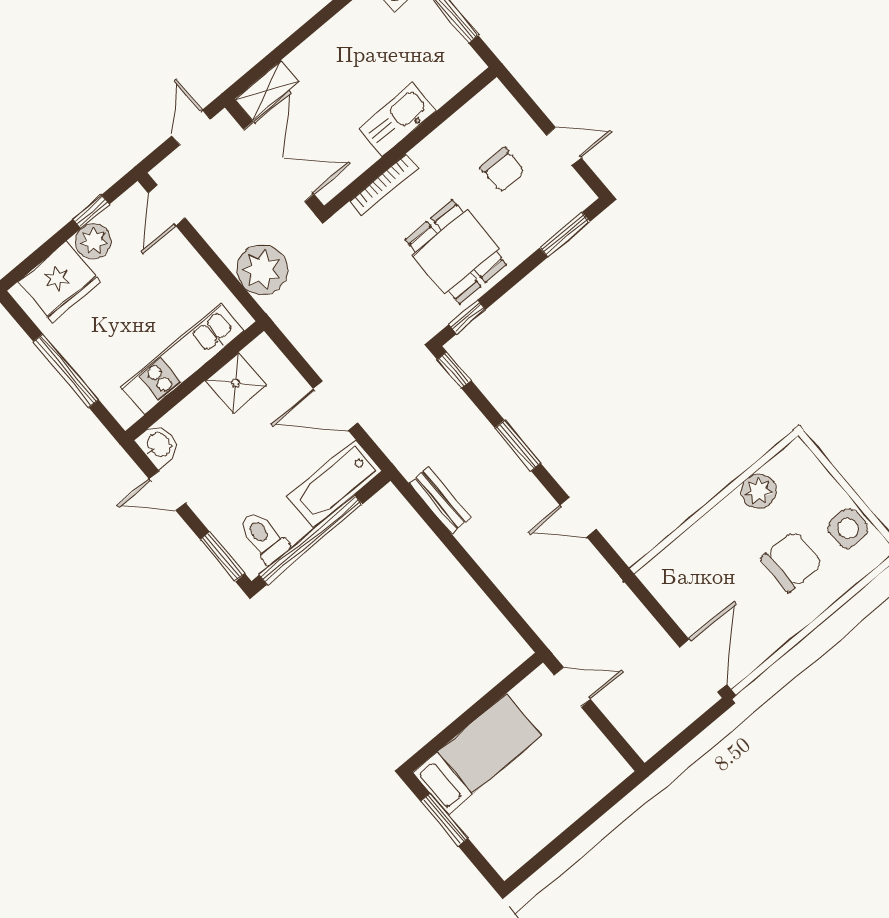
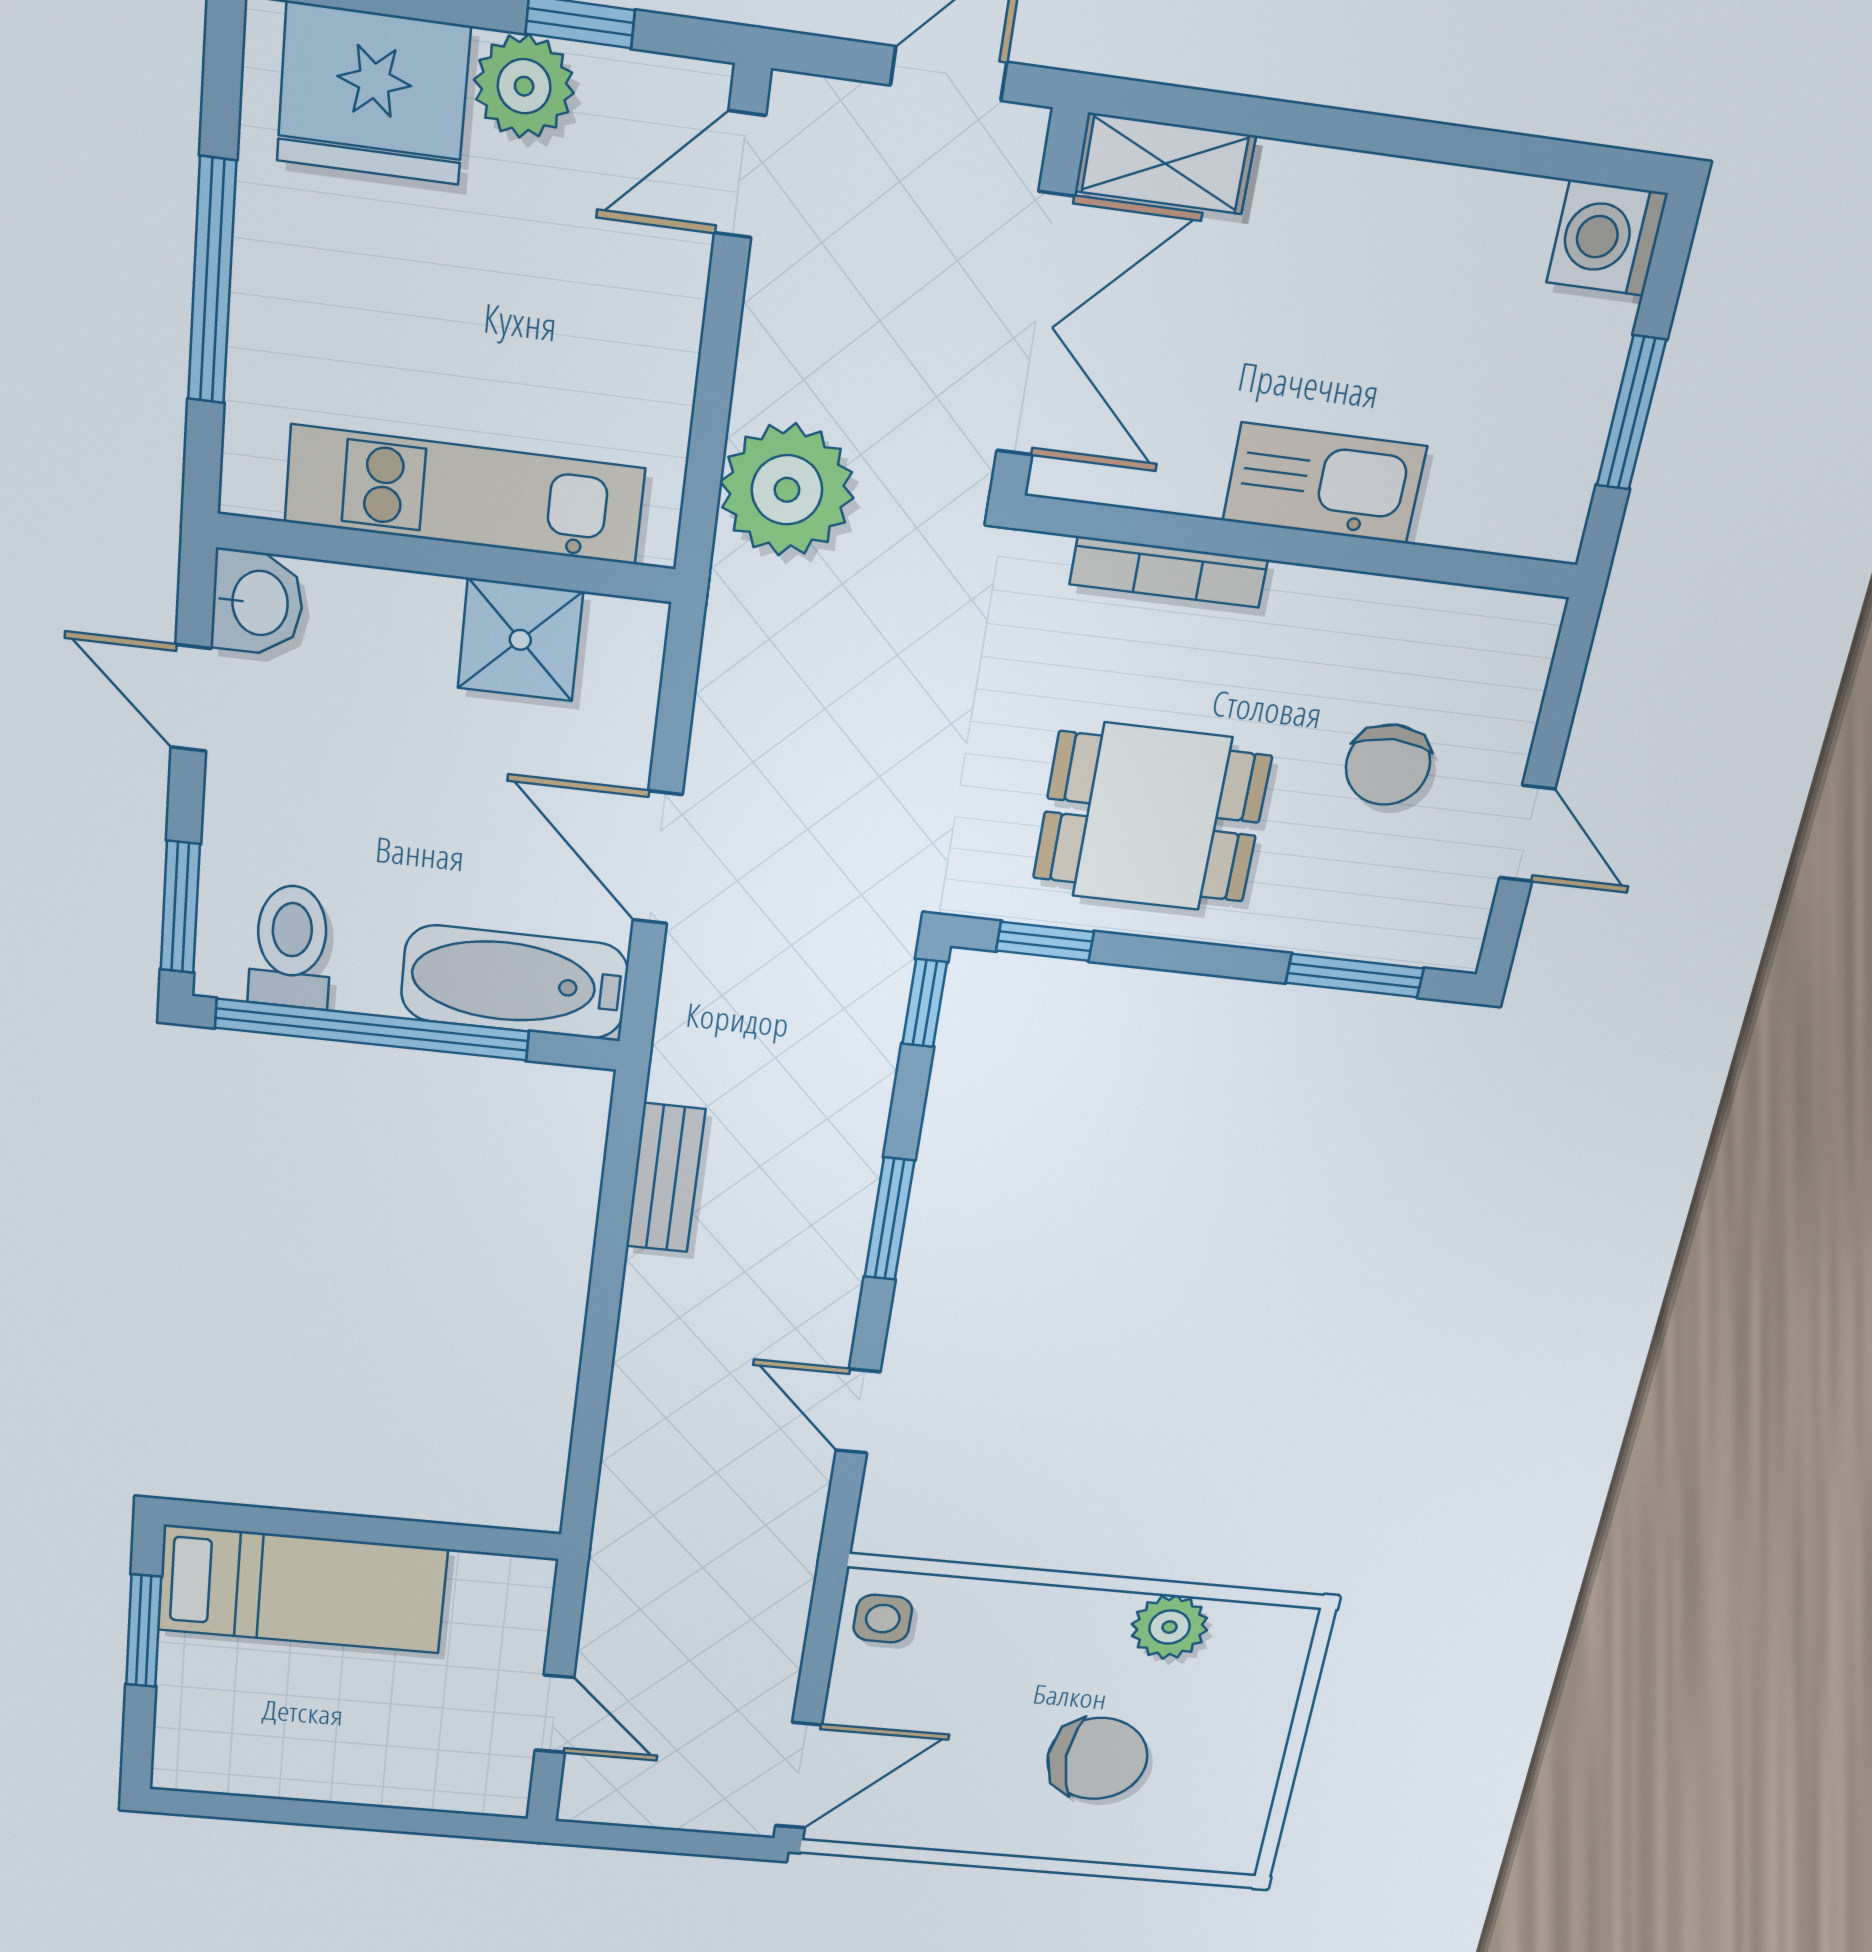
dining table: (456, 252) -> (1152, 817), turned 90
side table: (848, 528) -> (883, 1619), moved, width x0.73, depth x0.73
door: (572, 687) -> (554, 1714), moved

